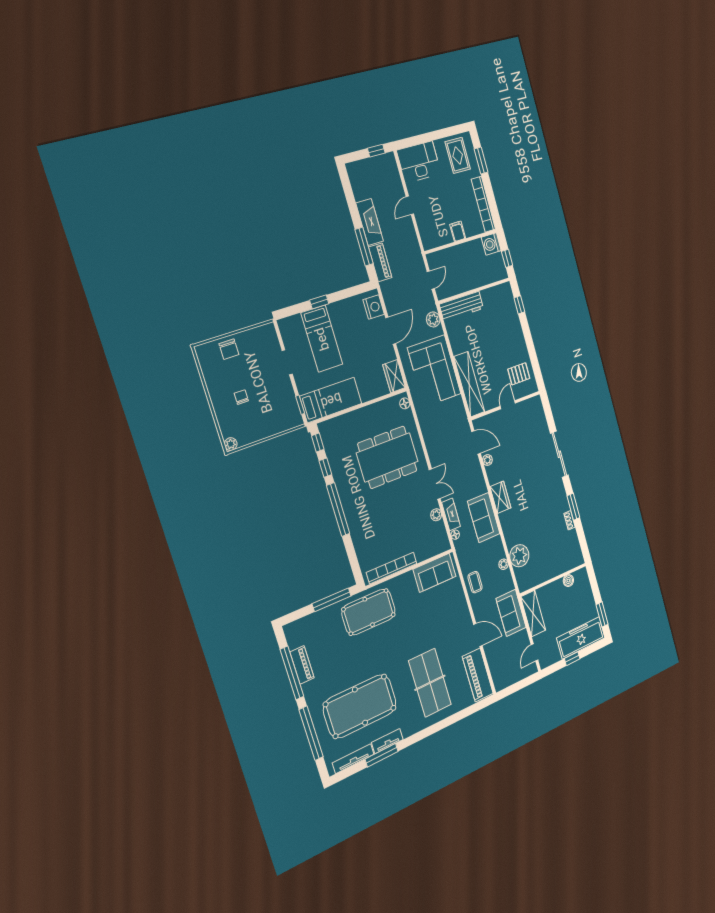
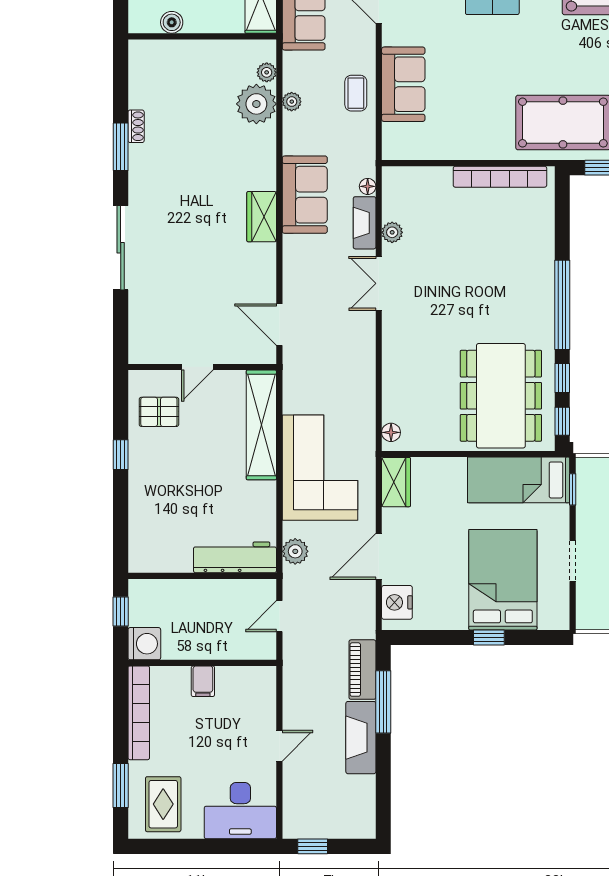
window: (519, 305) -> (121, 455), moved
bed: (322, 339) -> (503, 580), width x1.50
dining table: (387, 457) -> (501, 396), moved, turned 90
plant: (487, 460) -> (267, 72), moved
sofa: (435, 573) -> (403, 84), moved, turned 90

